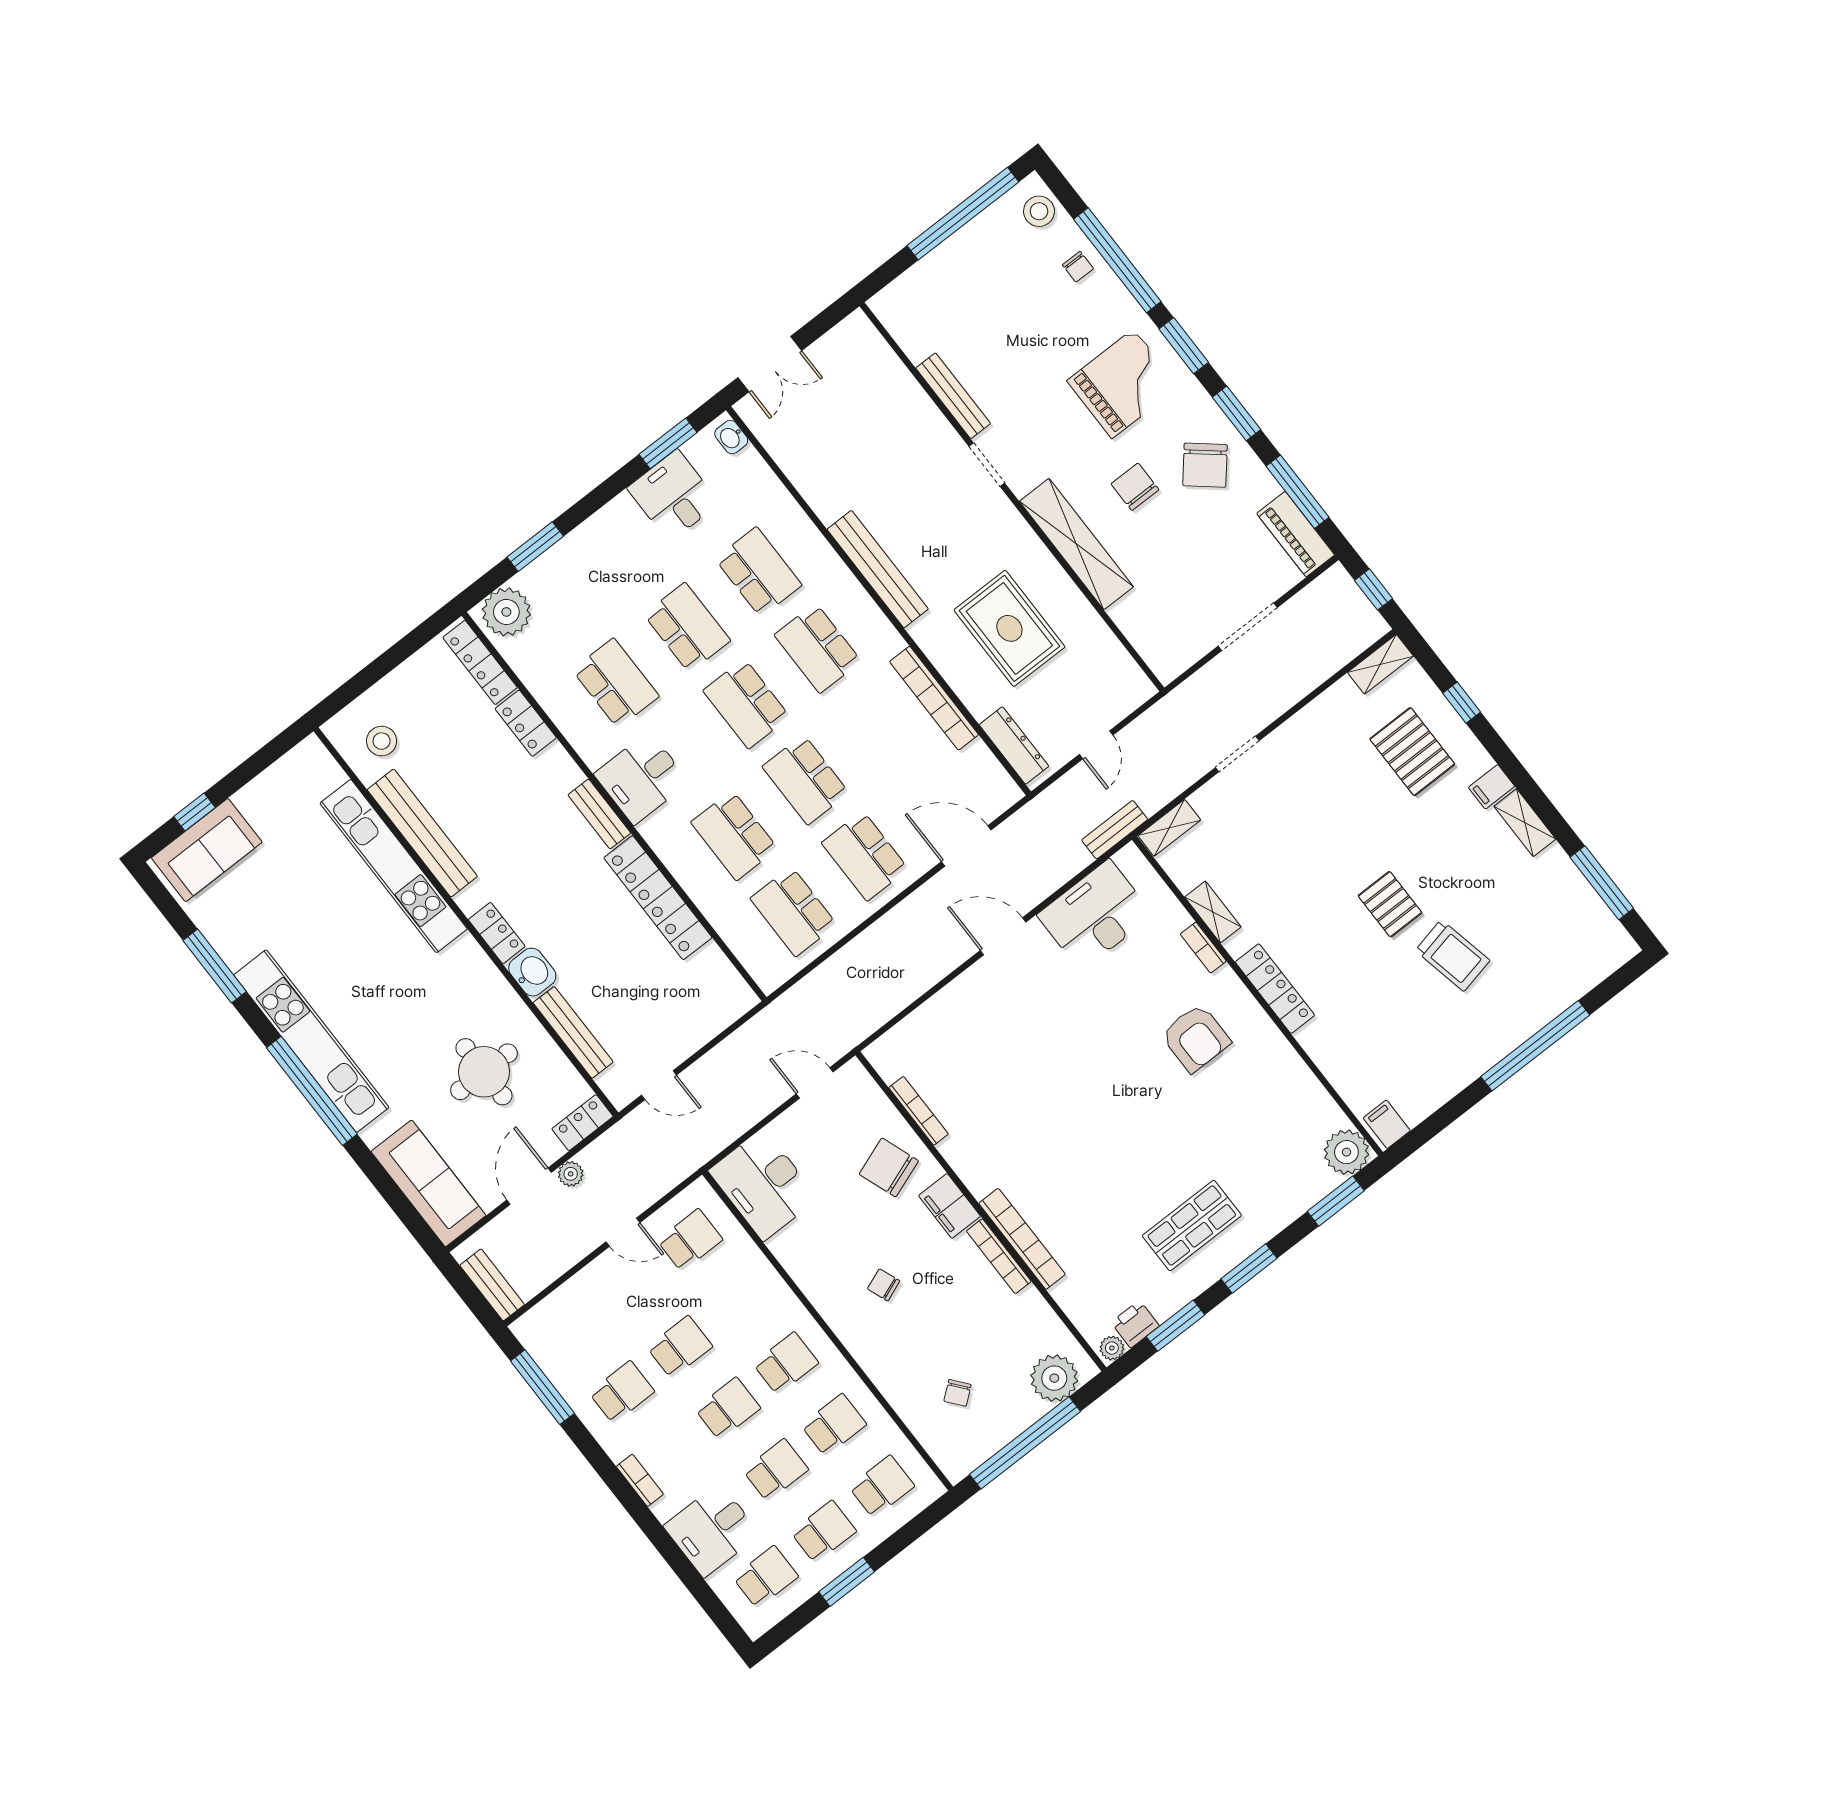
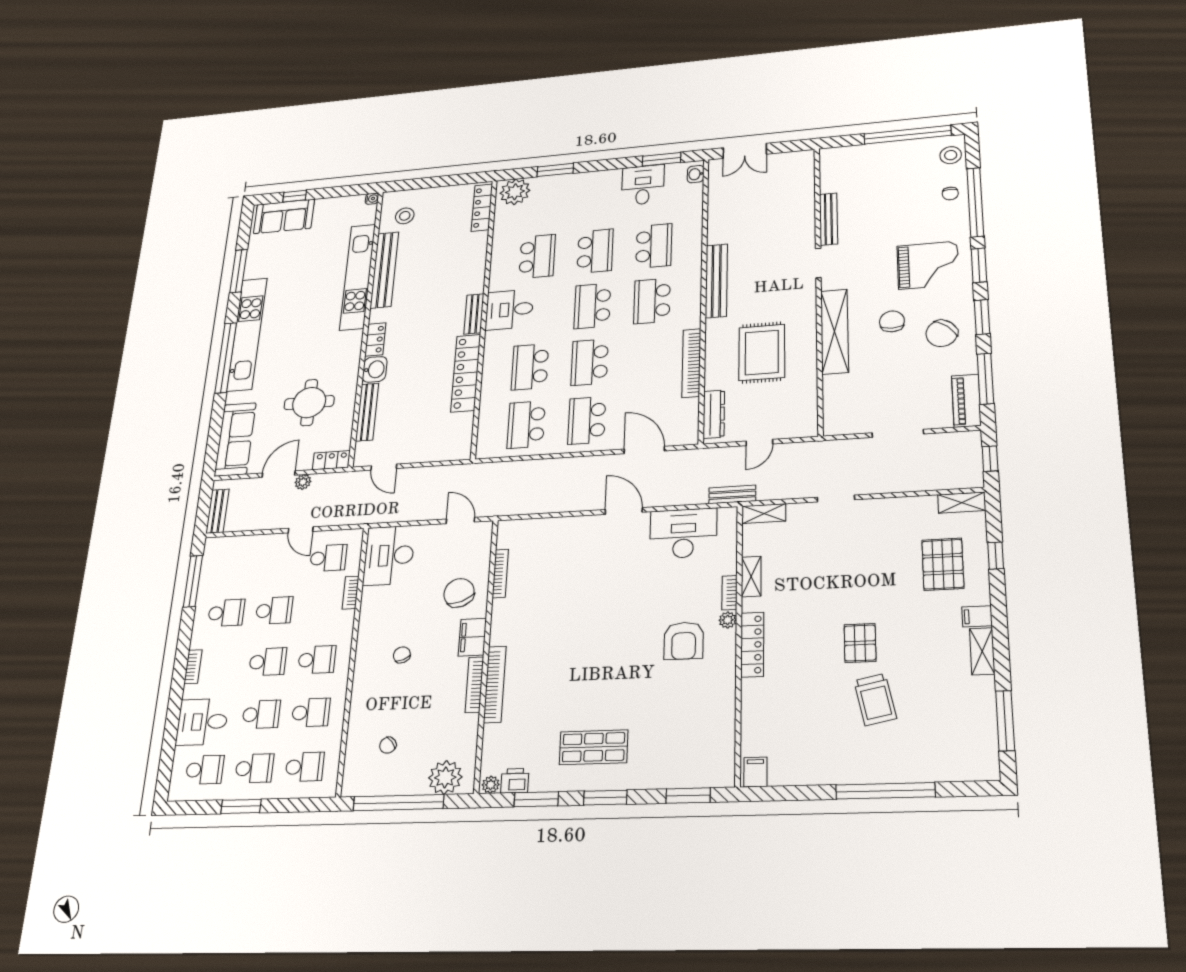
locker: (526, 723) -> (478, 249), removed
water cooler: (312, 746) -> (372, 199), added
plant: (1346, 1152) -> (728, 620), moved, width x0.53, depth x0.53
bookcase: (756, 1260) -> (351, 593), added

